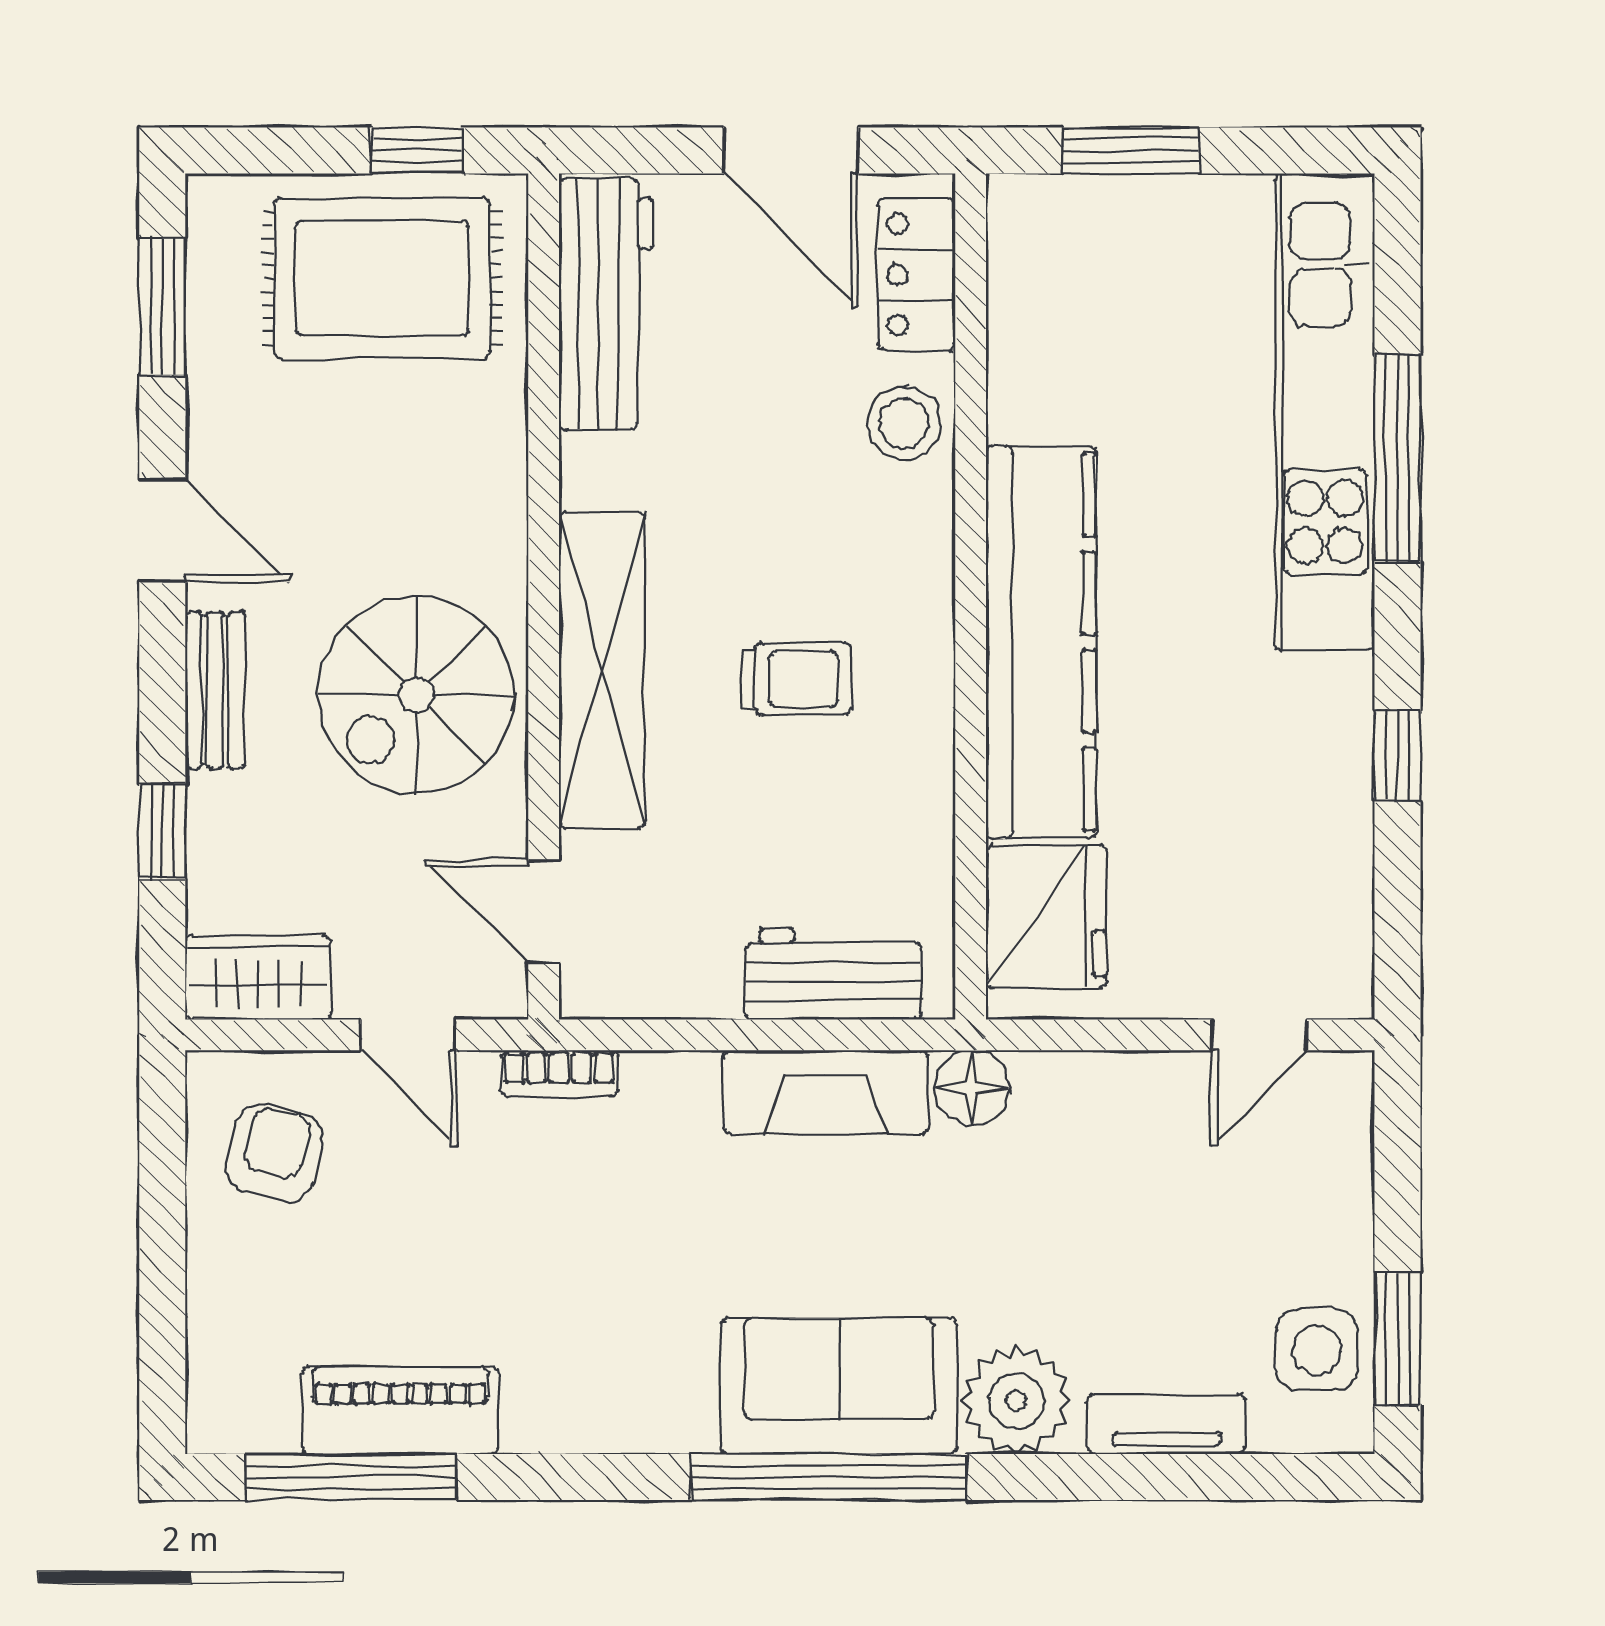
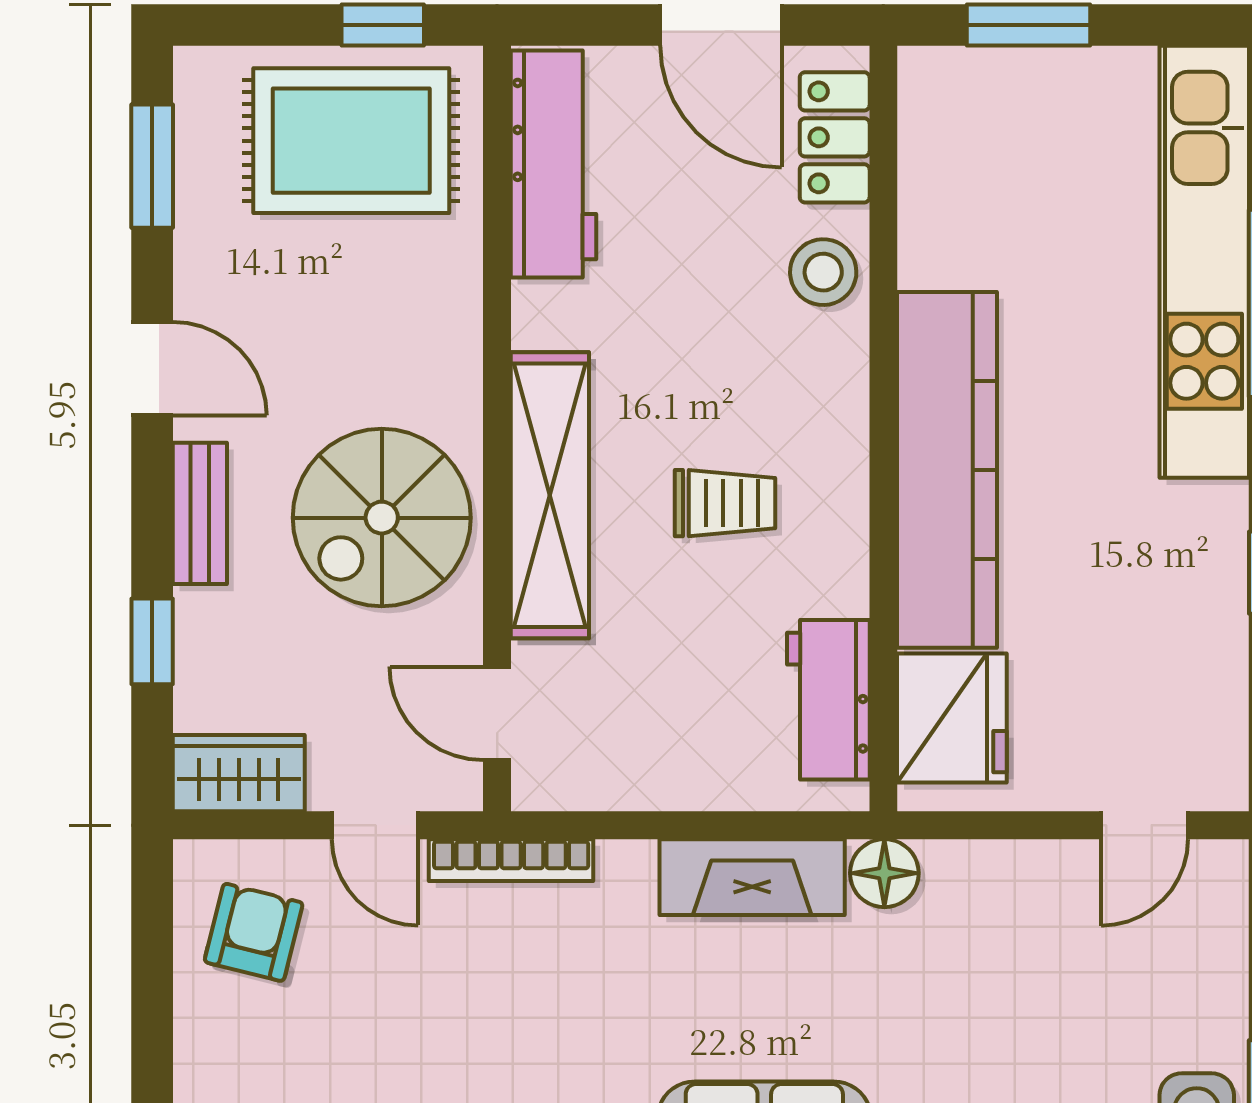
workbench: (833, 974) -> (828, 700), moved, turned -90
bookcase: (559, 1073) -> (511, 860), width x1.56

